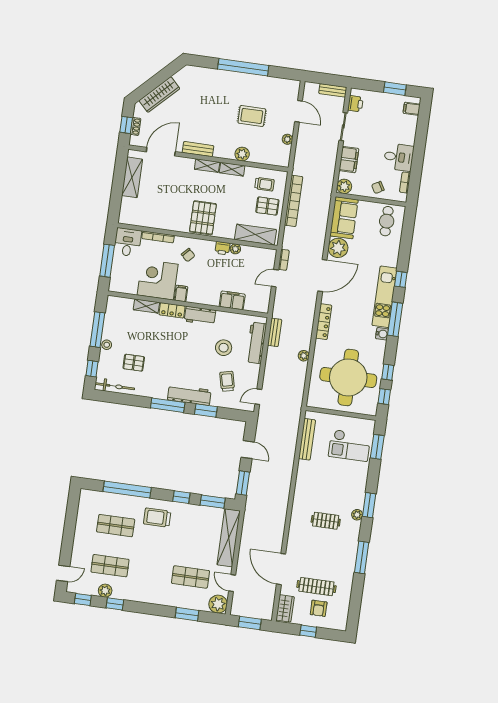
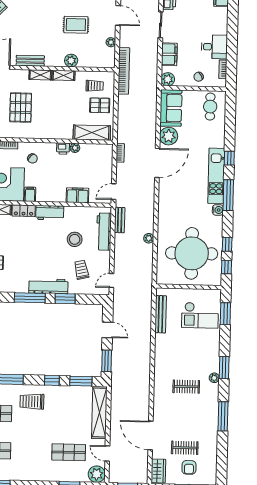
bookcase: (294, 201) -> (124, 71), moved
pallet: (203, 218) -> (21, 108), moved
door: (275, 278) -> (114, 192), moved
locker: (324, 322) -> (163, 205), removed
clothes rail: (316, 587) -> (185, 448), width x0.73

